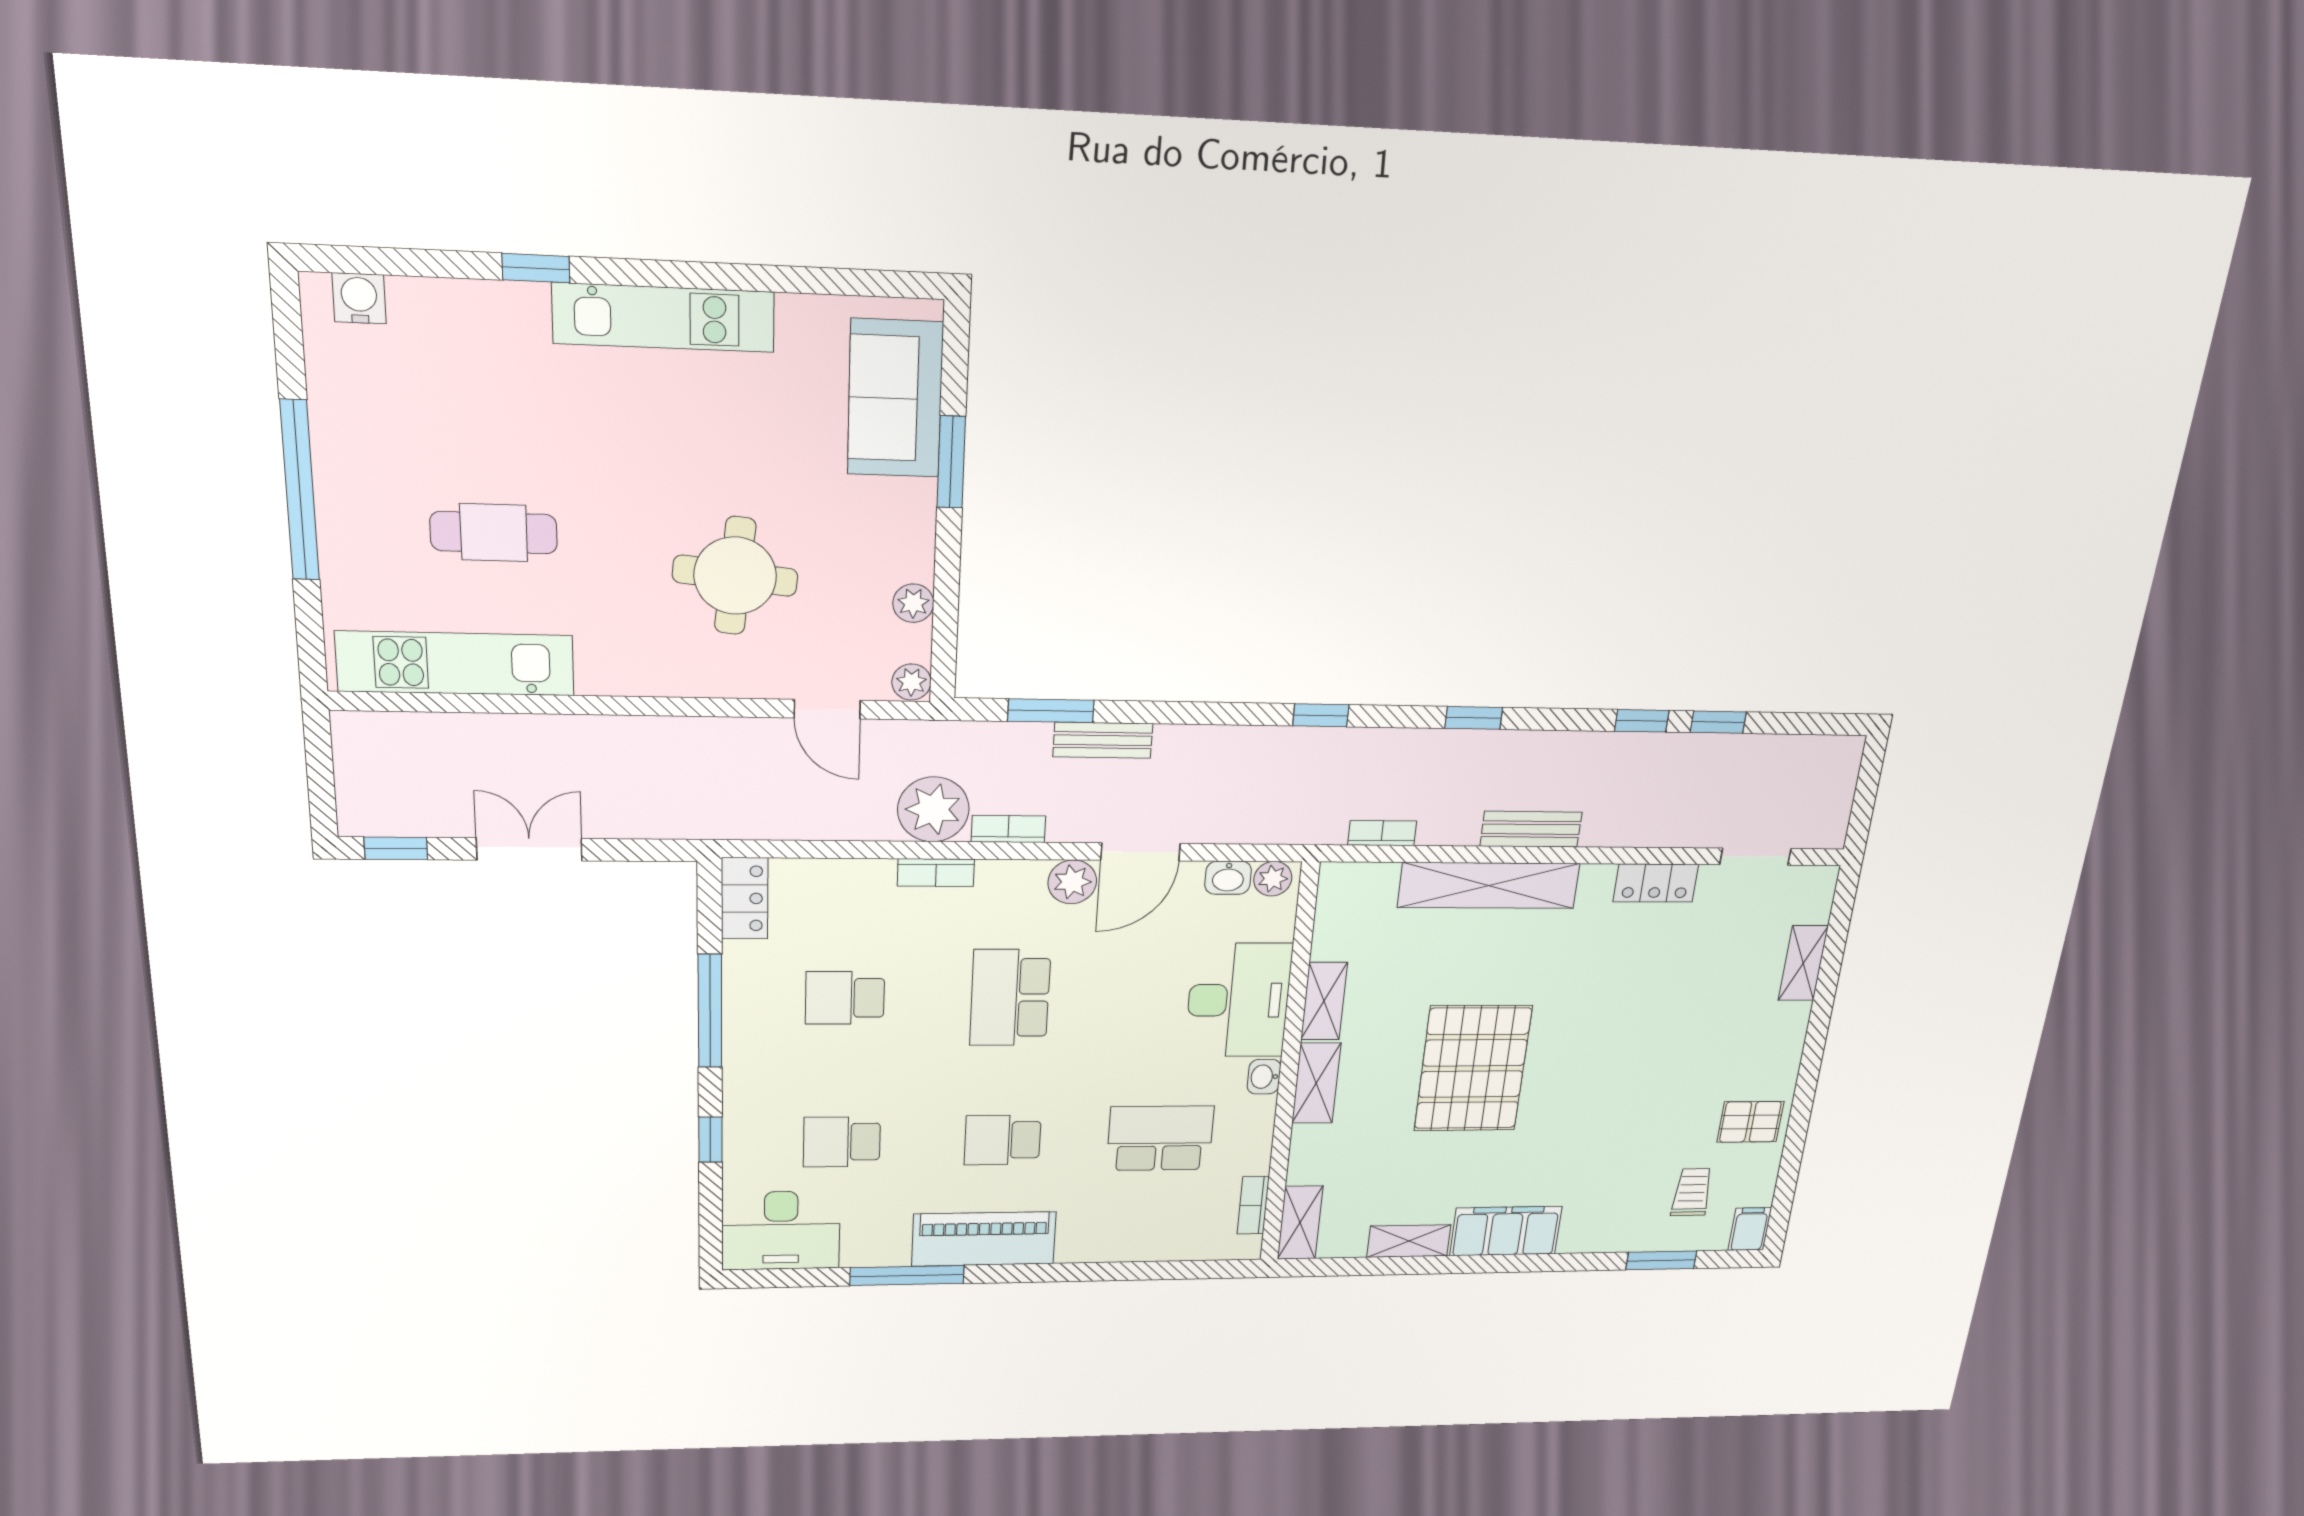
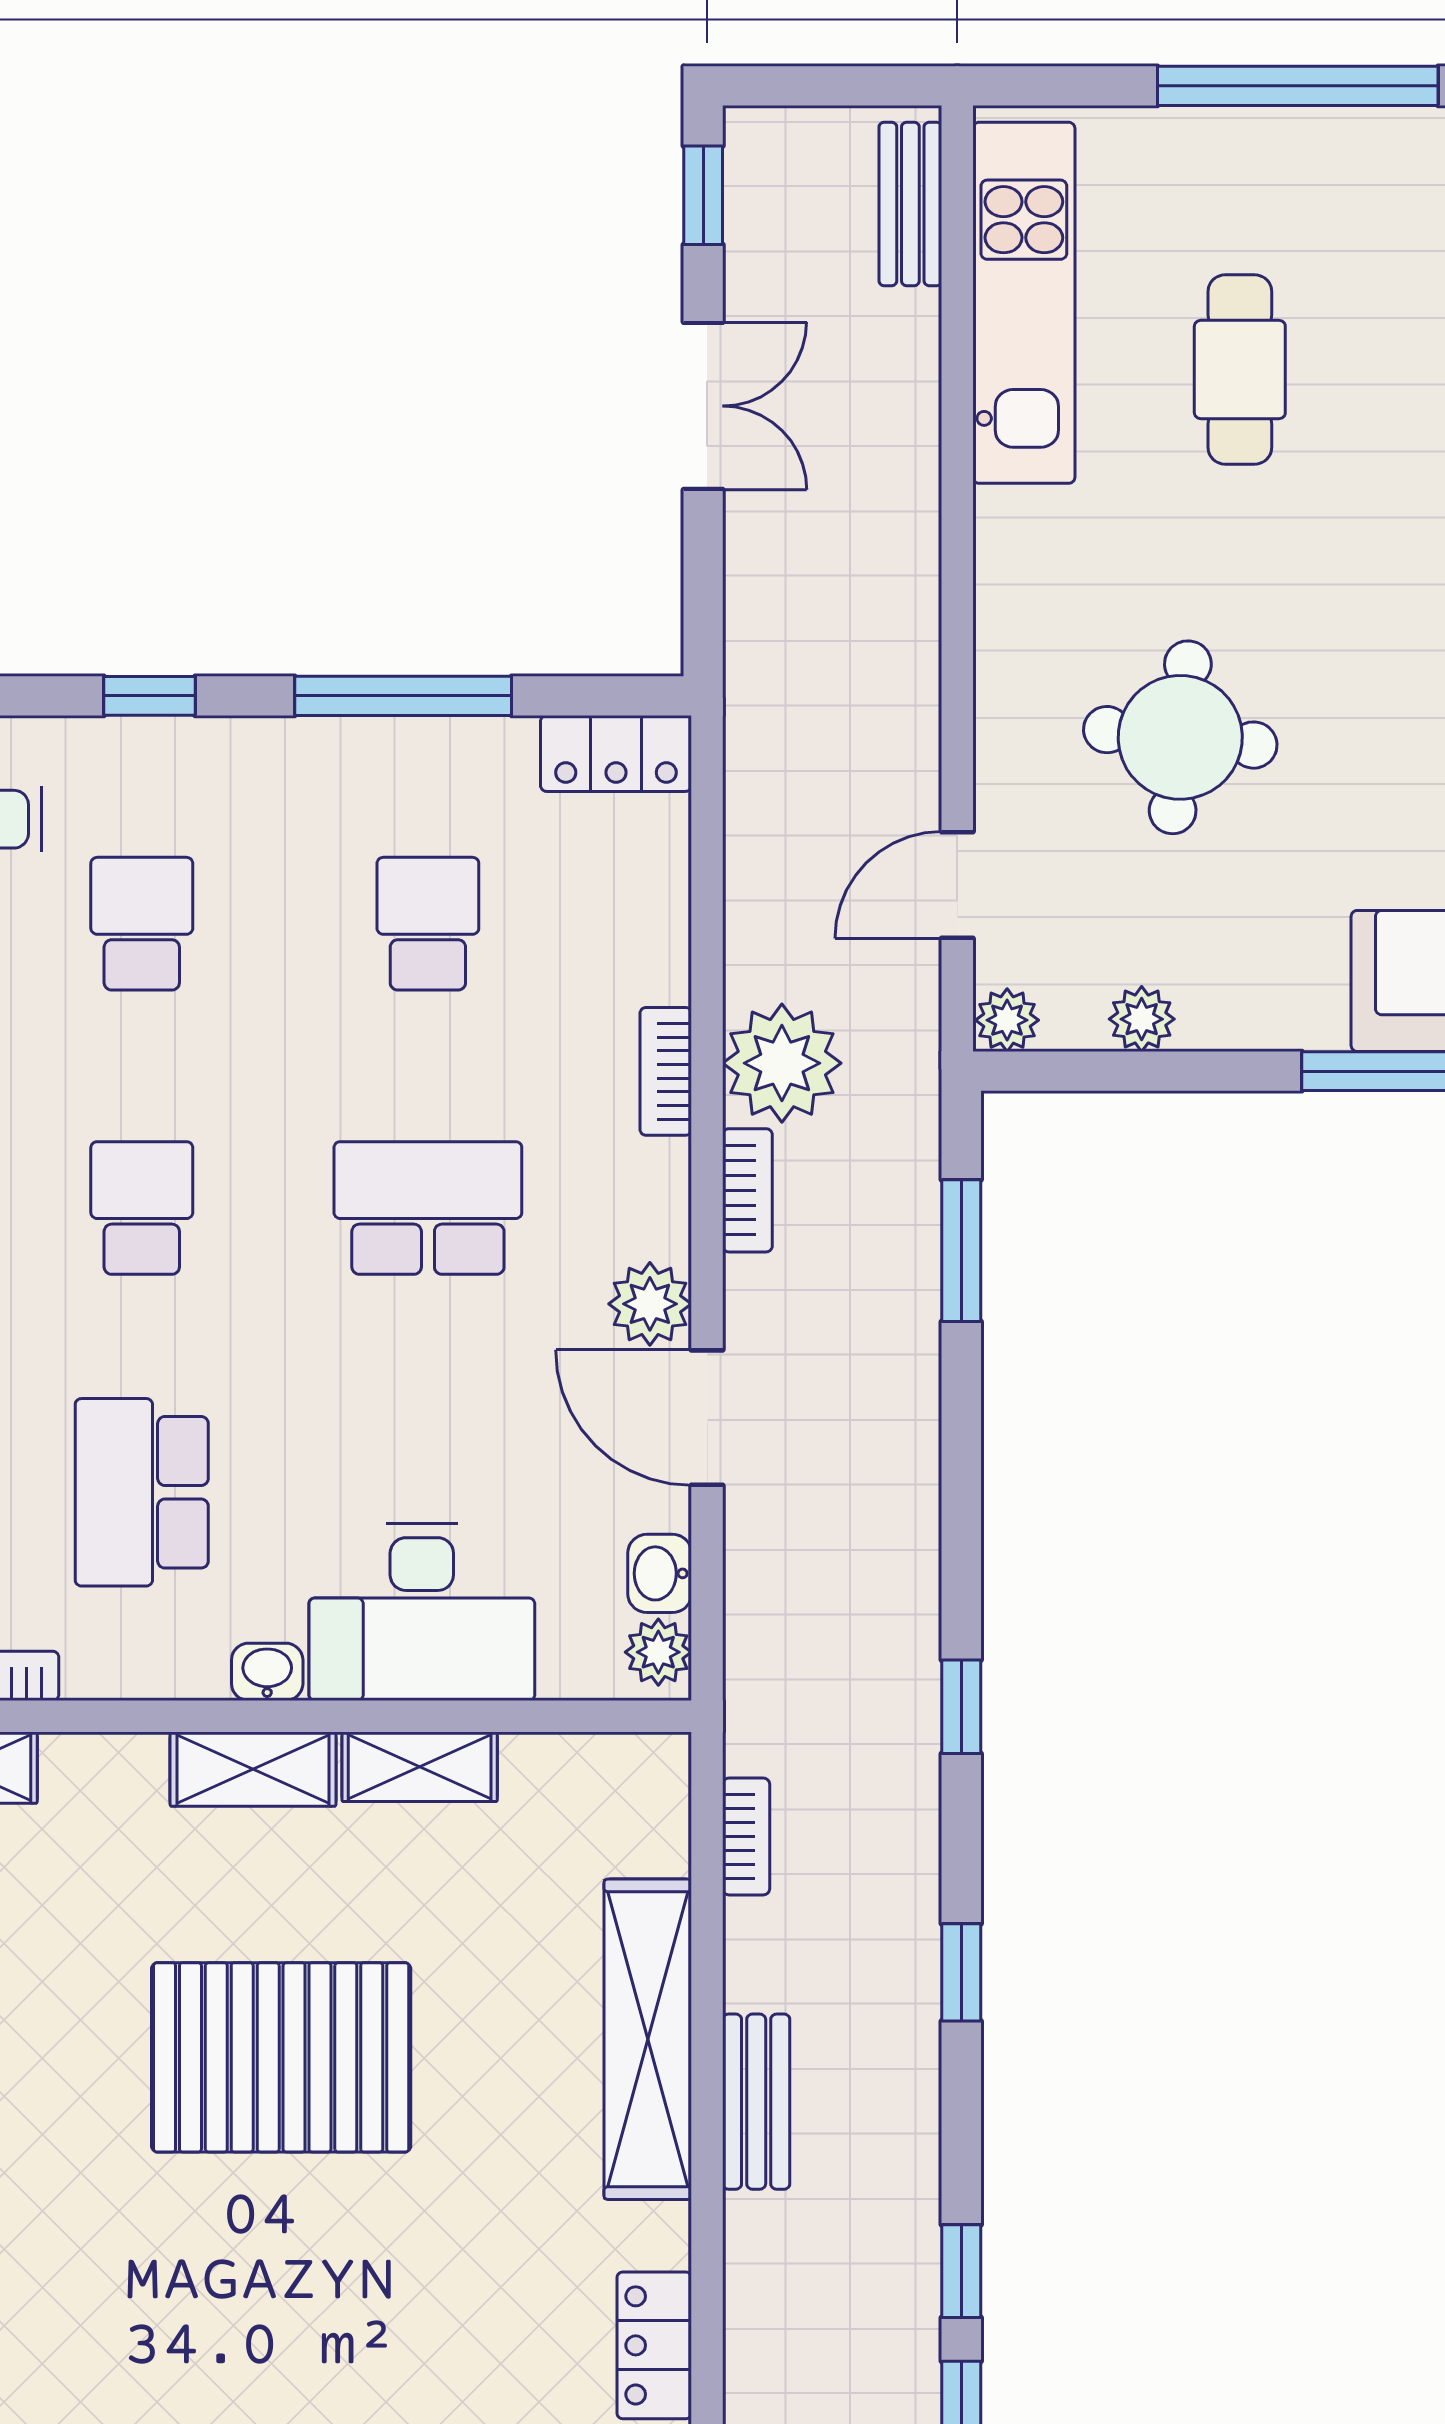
bench: (1103, 740) -> (910, 204), moved
school desk: (1160, 1138) -> (142, 1492), turned 180

